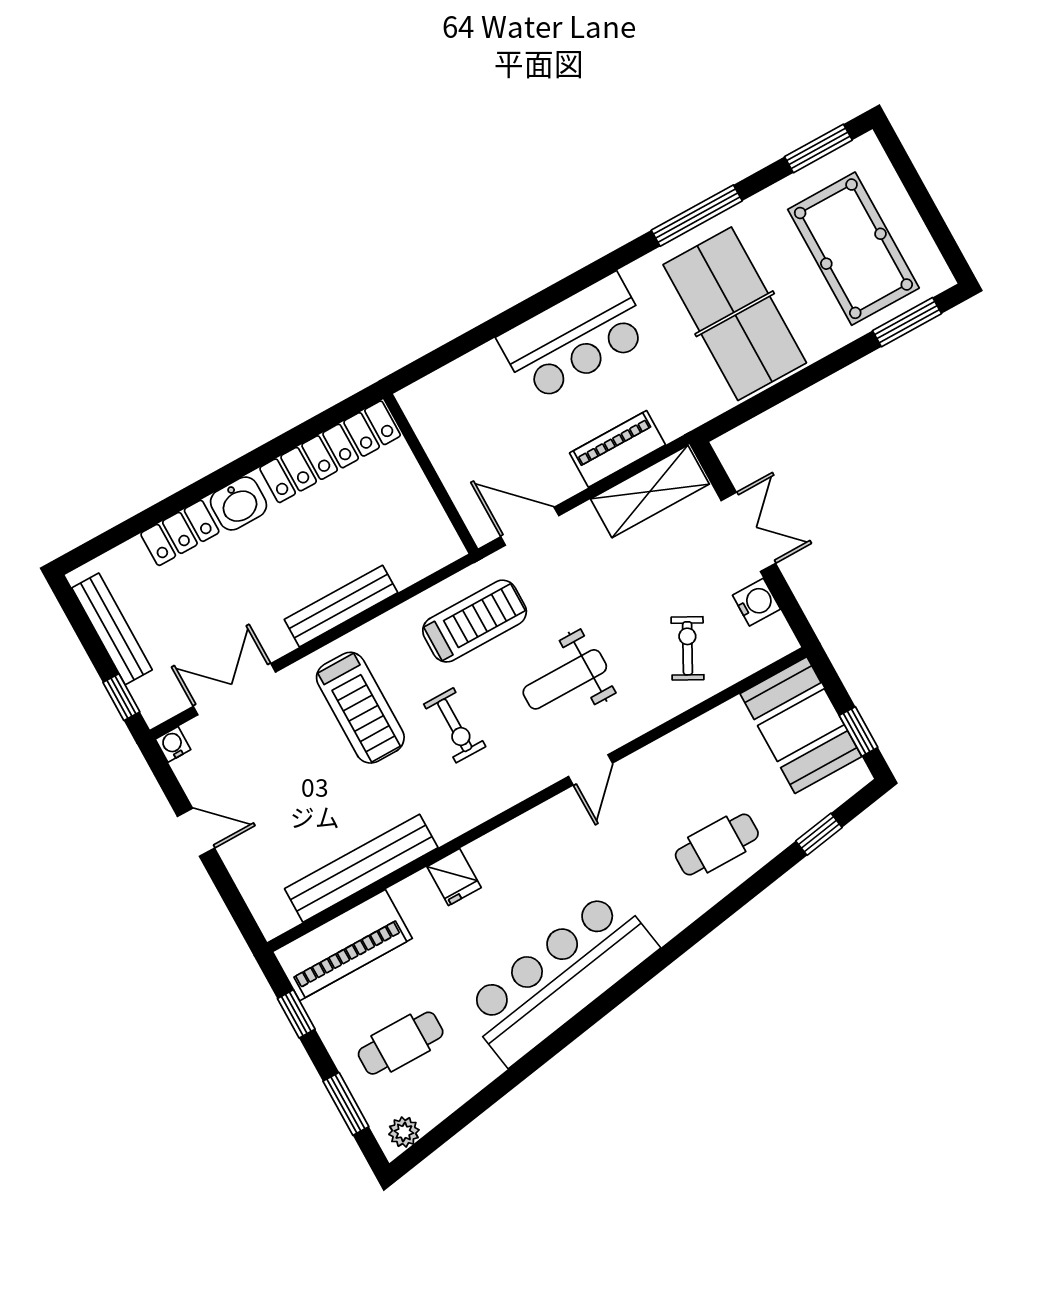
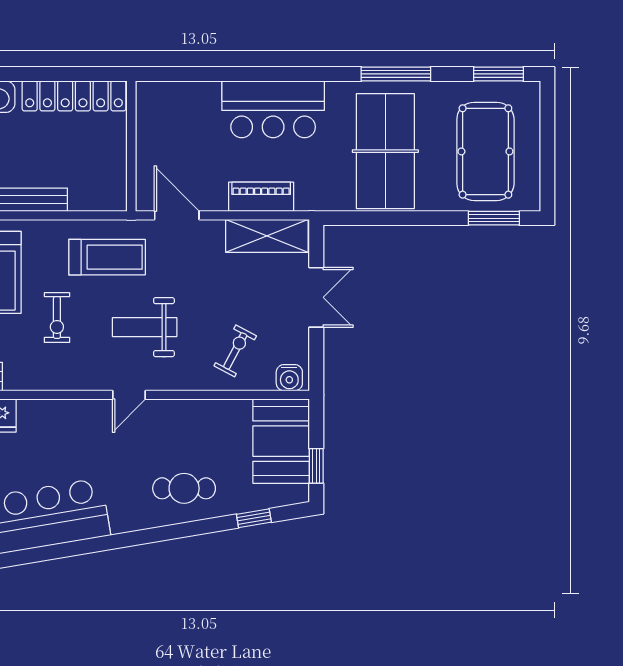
water cooler: (756, 602) -> (289, 378), moved, turned 90

